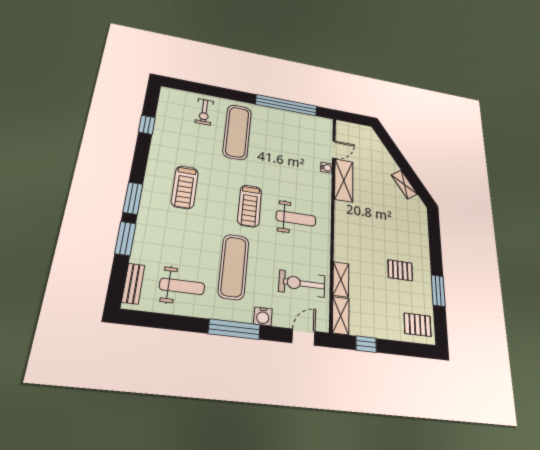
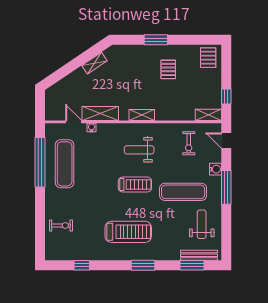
exercise mat: (237, 132) -> (65, 164), moved, turned 90
treadmill: (185, 187) -> (128, 232), width x1.37, depth x1.38
weight bench: (296, 218) -> (139, 150), turned -90
window: (125, 238) -> (192, 265), moved
shelving: (341, 279) -> (142, 115), moved
bench: (133, 284) -> (199, 255), width x1.36
exercise bike: (302, 284) -> (189, 143), width x0.73, depth x0.72
window: (438, 291) -> (156, 40), moved

